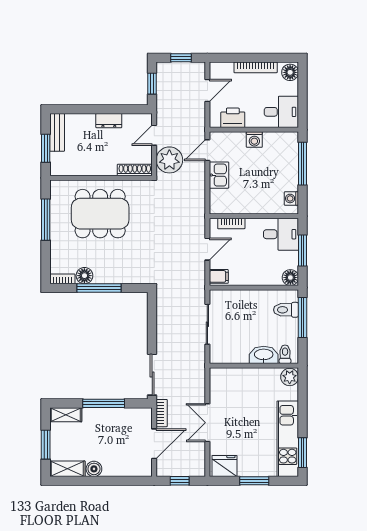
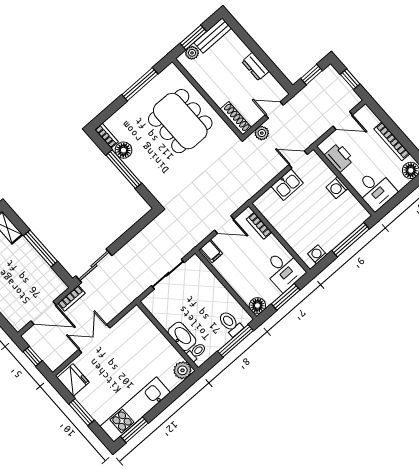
plant: (56, 159) -> (192, 53), added
plant: (169, 160) -> (262, 133), width x0.53, depth x0.53

